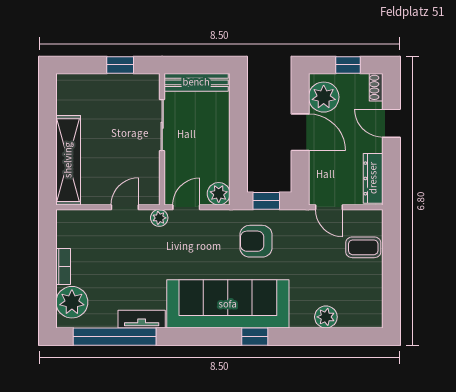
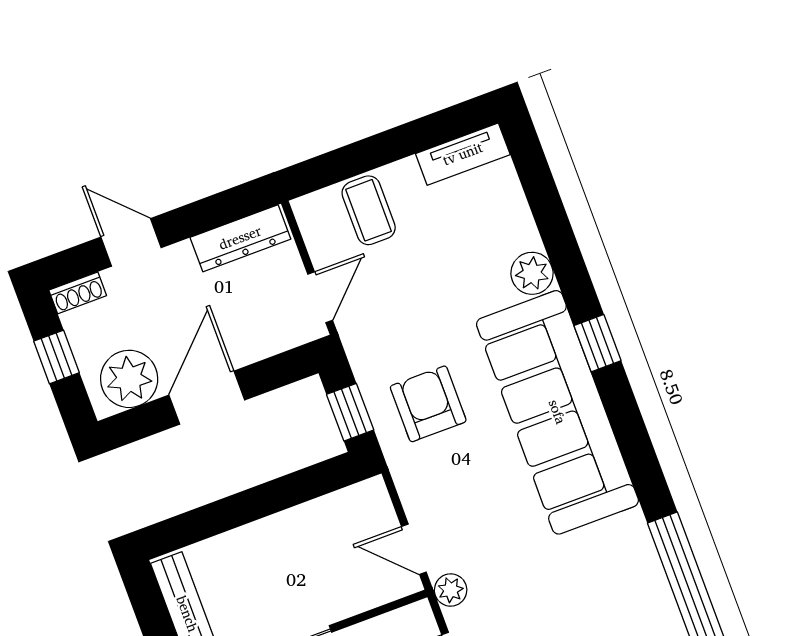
door: (391, 123) -> (131, 242), swing flipped
plant: (219, 194) -> (369, 501), removed
armchair: (256, 241) -> (428, 404), turned 180
plant: (326, 317) -> (532, 273), moved
tv unit: (142, 319) -> (463, 154), moved, turned -90

